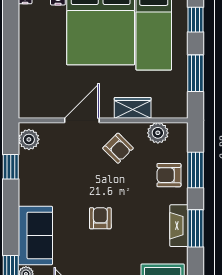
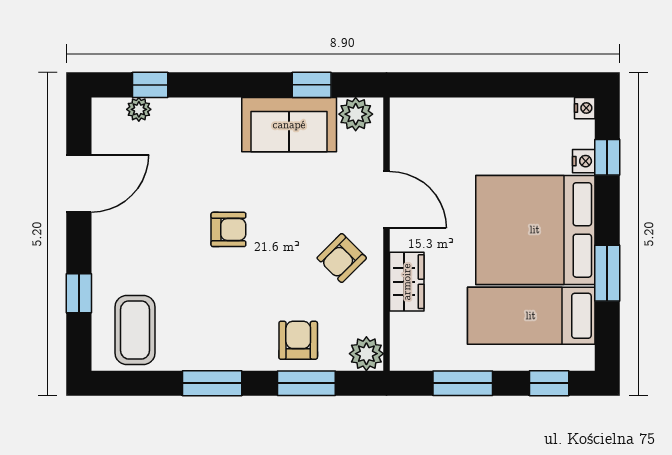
plant: (158, 133) -> (366, 354), moved
fireplace: (179, 226) -> (217, 356), removed
sofa: (35, 235) -> (289, 125), moved

